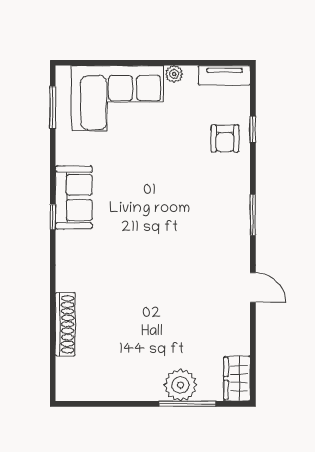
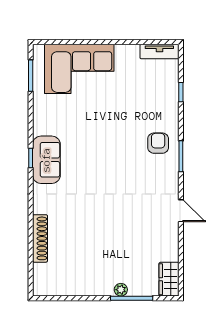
plant: (174, 74) -> (122, 50), removed
armchair: (225, 138) -> (158, 143), moved, turned 180
sofa: (74, 197) -> (46, 160), moved
plant: (180, 385) -> (121, 290), width x0.53, depth x0.53

